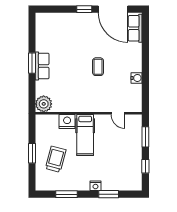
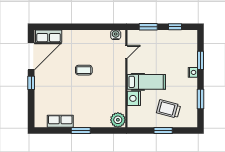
row of seats: (42, 66) -> (60, 121), moved
water cooler: (137, 78) -> (116, 35), moved

